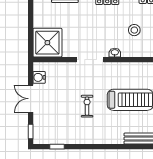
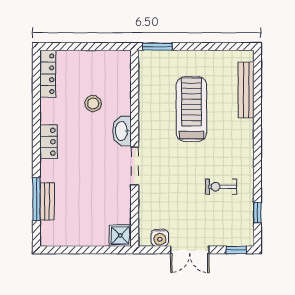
shower: (47, 43) -> (120, 236), width x0.54, depth x0.54
washbasin: (115, 53) -> (122, 131), width x1.91, depth x1.45
exercise bike: (87, 106) -> (221, 187), moved

